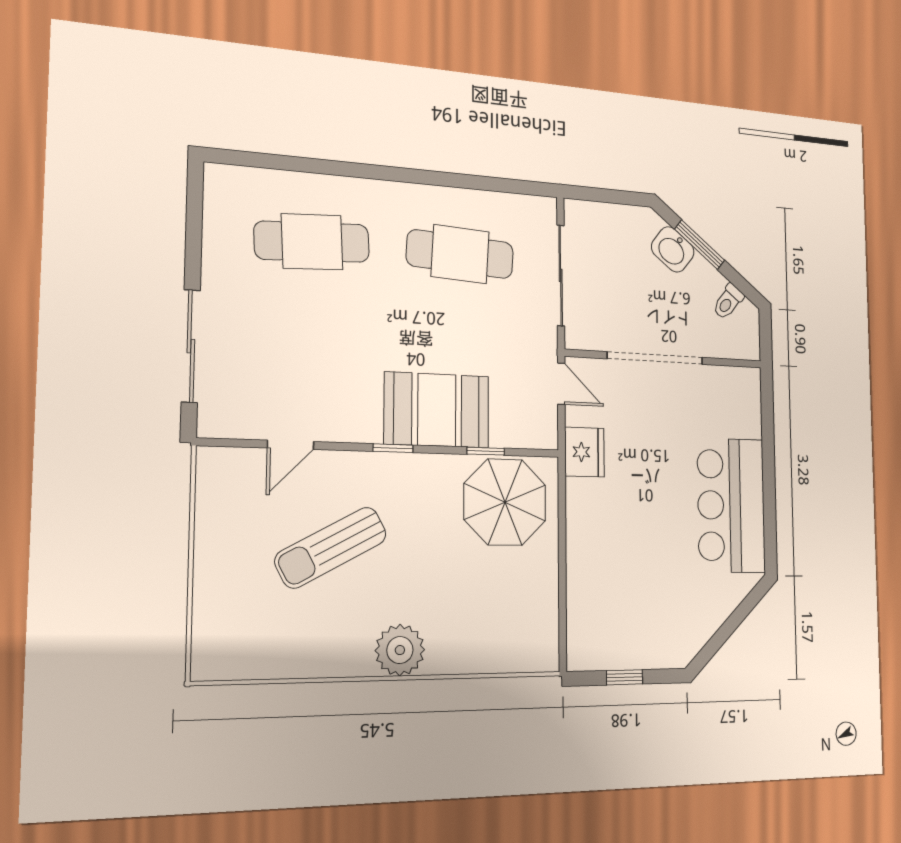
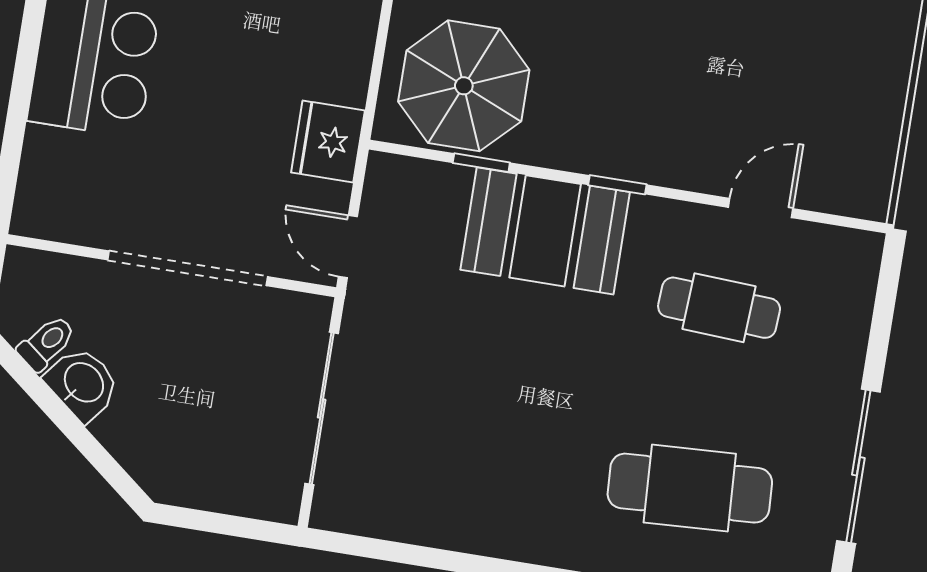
window: (700, 245) -> (80, 437), removed
washbasin: (673, 249) -> (83, 383), moved
cafe table: (460, 254) -> (719, 308), moved, width x0.73, depth x0.74
sliding door: (191, 346) -> (858, 466), moved
sun lounger: (331, 547) -> (726, 60), removed

